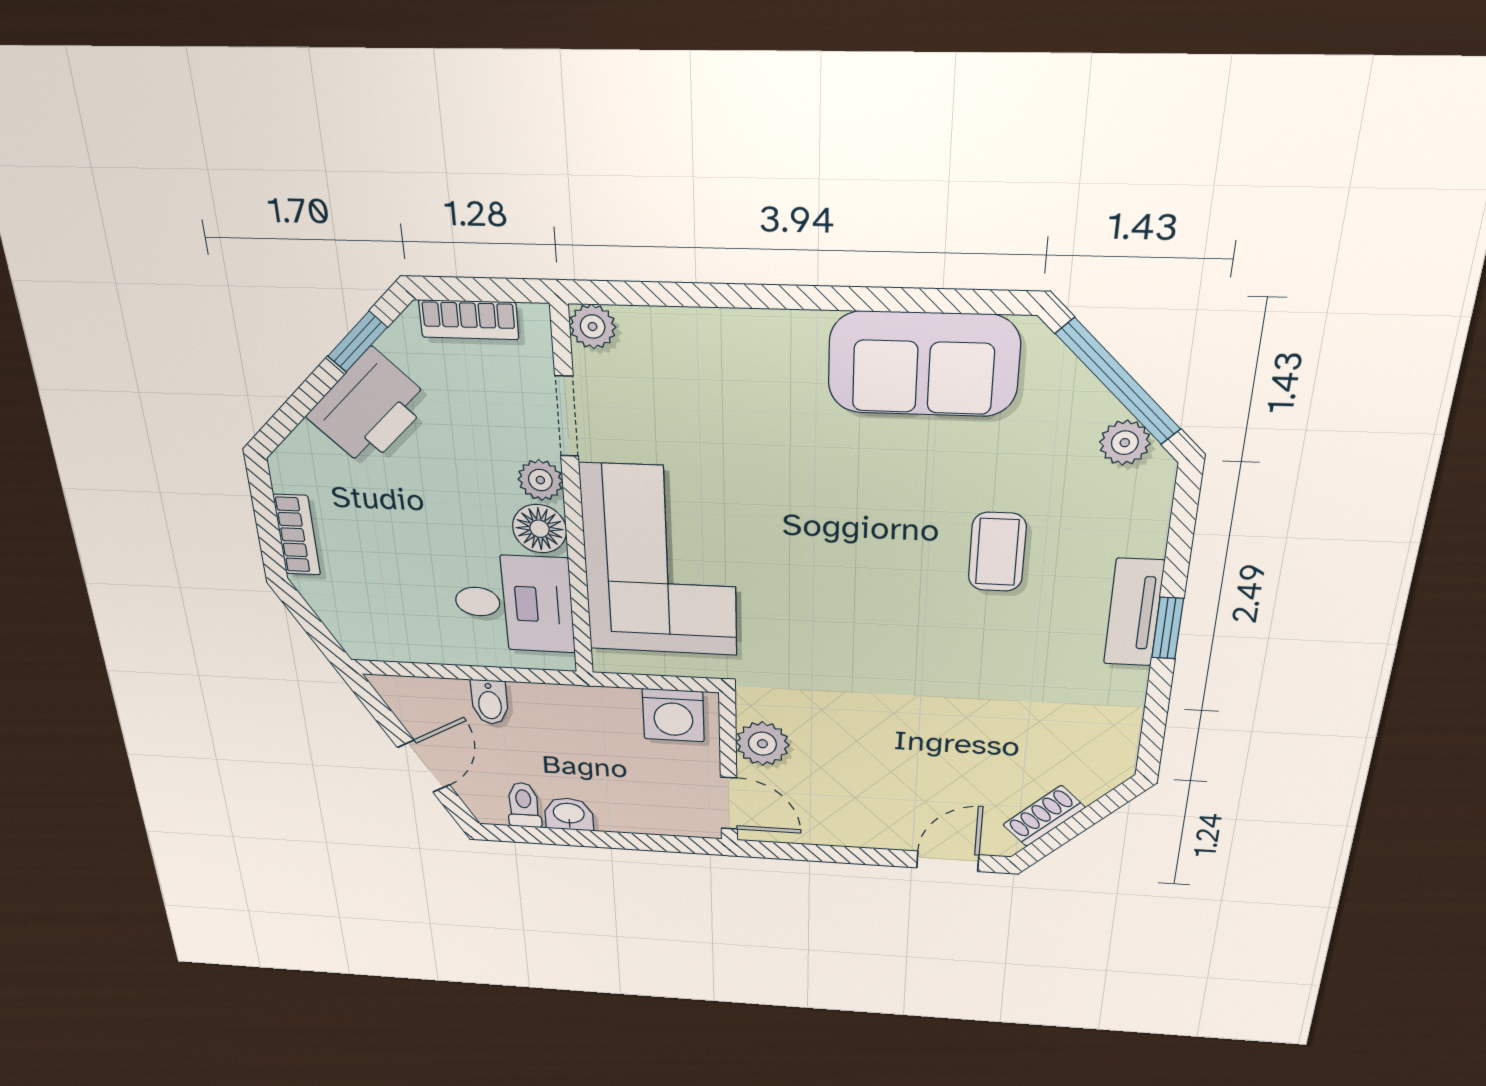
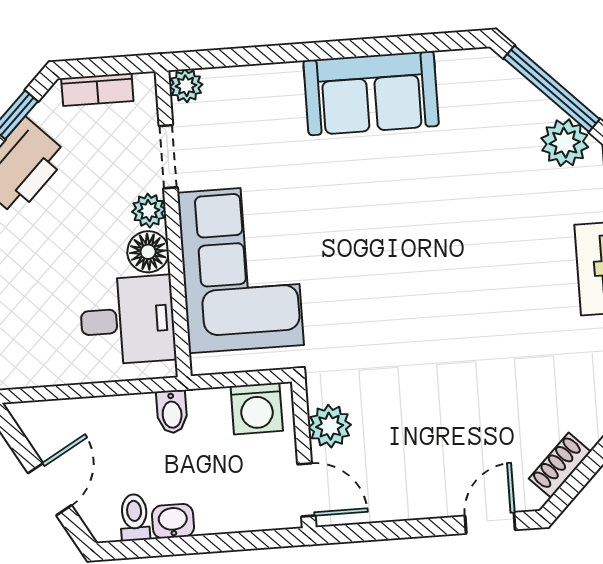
sofa: (923, 364) -> (371, 93), moved
plant: (1125, 443) -> (565, 143), width x1.38, depth x1.38
coffee table: (997, 552) -> (489, 230), removed
bidet: (490, 702) -> (172, 412), moved

